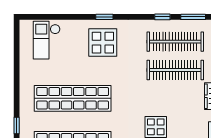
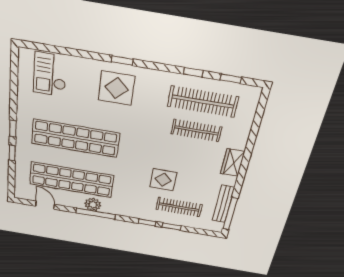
window: (193, 17) -> (231, 79), width x0.67
clothes rail: (175, 70) -> (196, 130), width x0.73, depth x0.76
window: (17, 99) -> (13, 129), added

